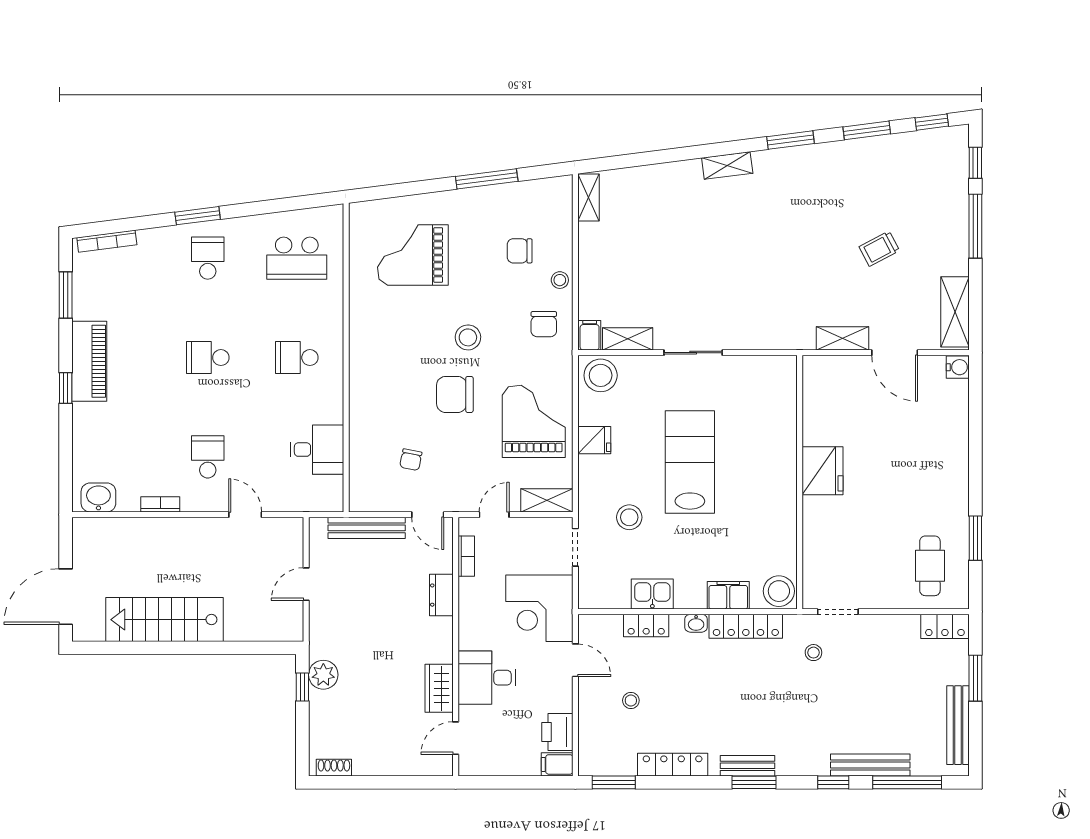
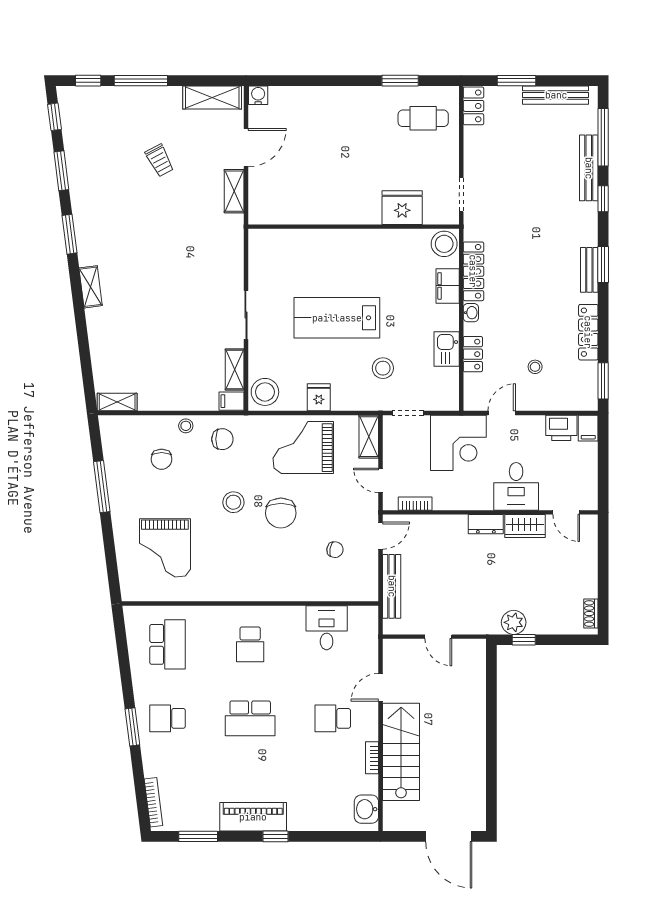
school desk: (208, 358) -> (250, 718), width x1.85
fridge: (823, 471) -> (402, 208), moved
dresser: (441, 595) -> (486, 524), moved
stairs: (165, 620) -> (401, 752), moved, turned 180
stool: (813, 653) -> (495, 215), removed

